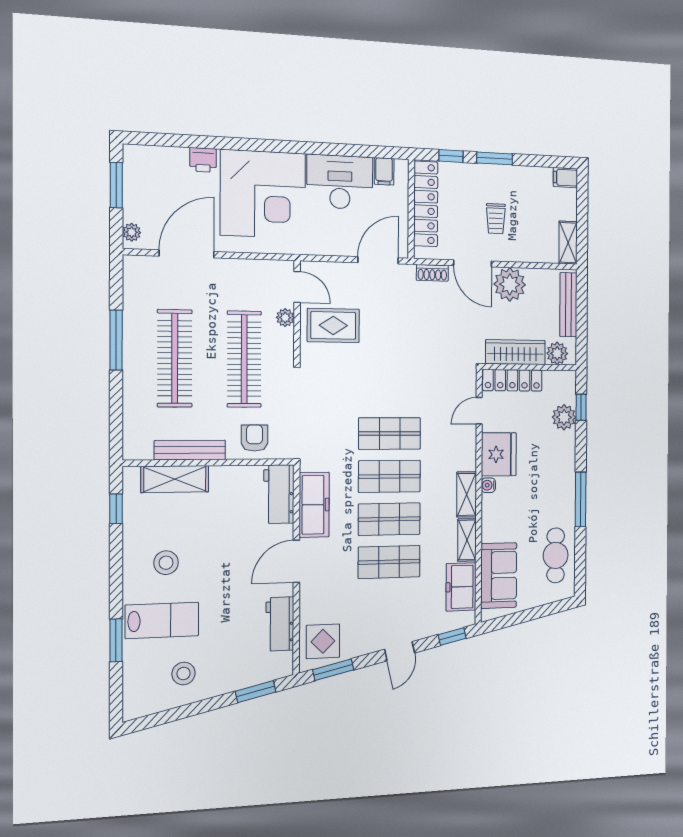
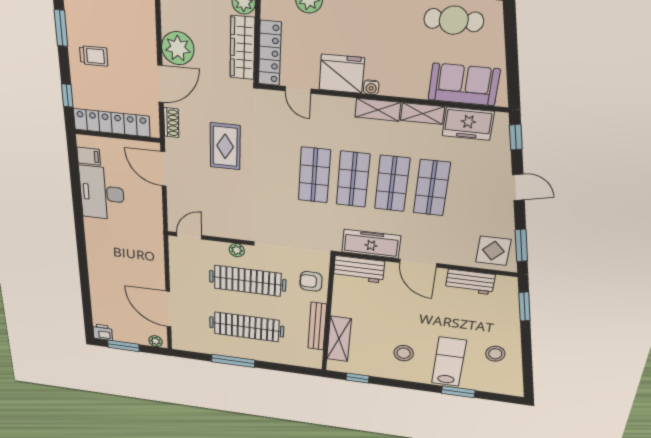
window: (495, 158) -> (61, 28), moved
printer: (203, 160) -> (103, 332), moved, turned -90
corner desk: (263, 194) -> (119, 252), removed
trolley: (496, 219) -> (94, 56), moved
plant: (285, 318) -> (237, 250), moved
rug: (333, 325) -> (225, 146), moved

